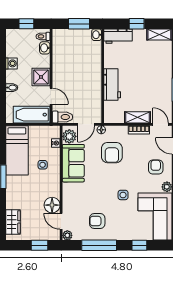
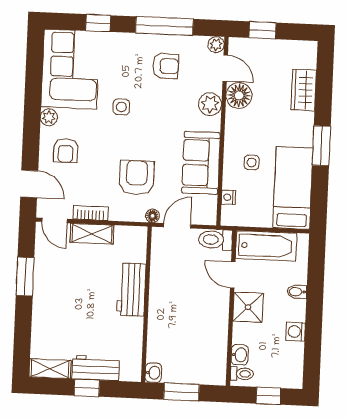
workbench: (118, 36) -> (96, 368), moved
plant: (69, 136) -> (210, 104), moved
wardrobe: (13, 222) -> (304, 90), moved

